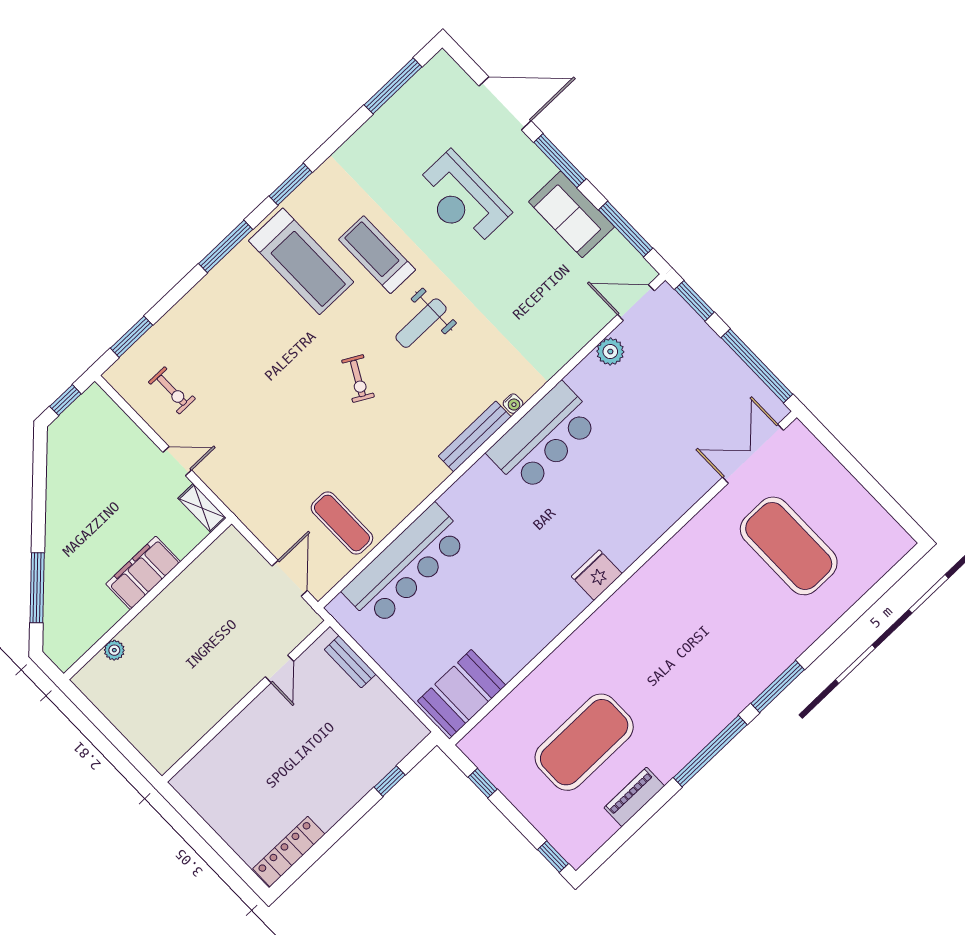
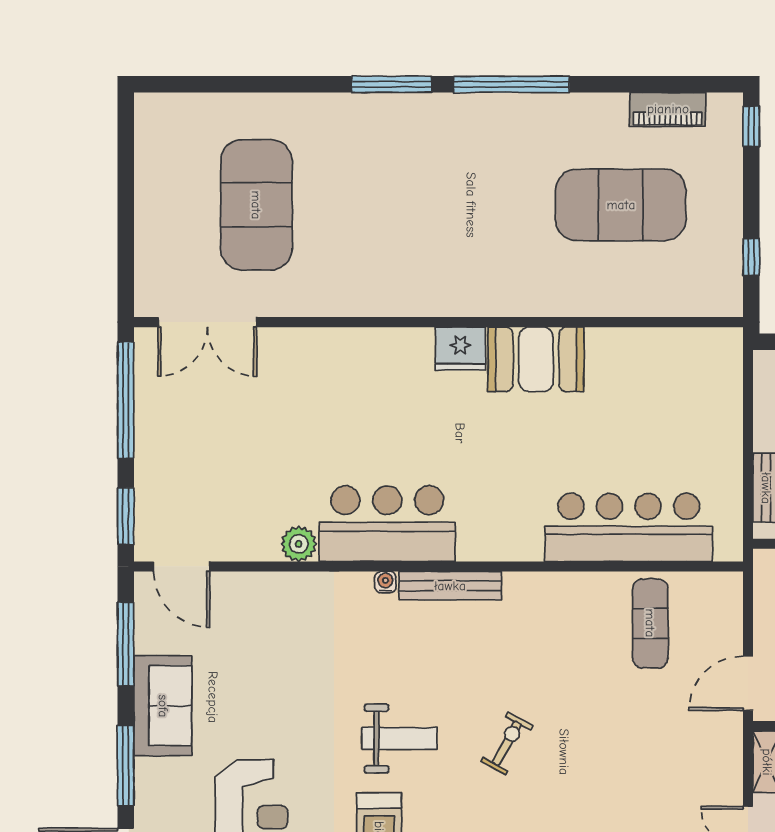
plant: (610, 352) -> (299, 544), moved
door: (290, 578) -> (748, 683), moved
booth: (462, 693) -> (536, 359), moved
piano: (634, 797) -> (668, 109), moved

